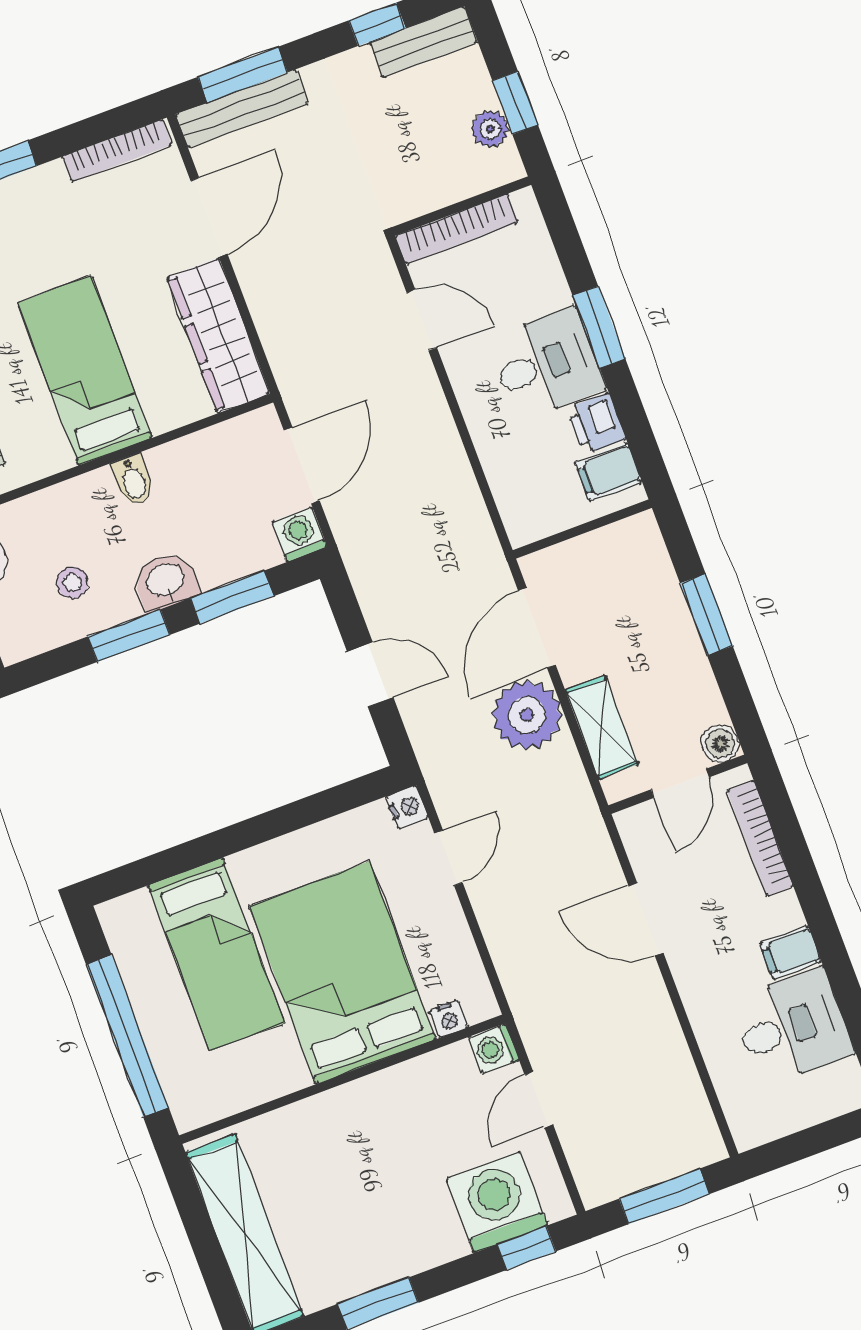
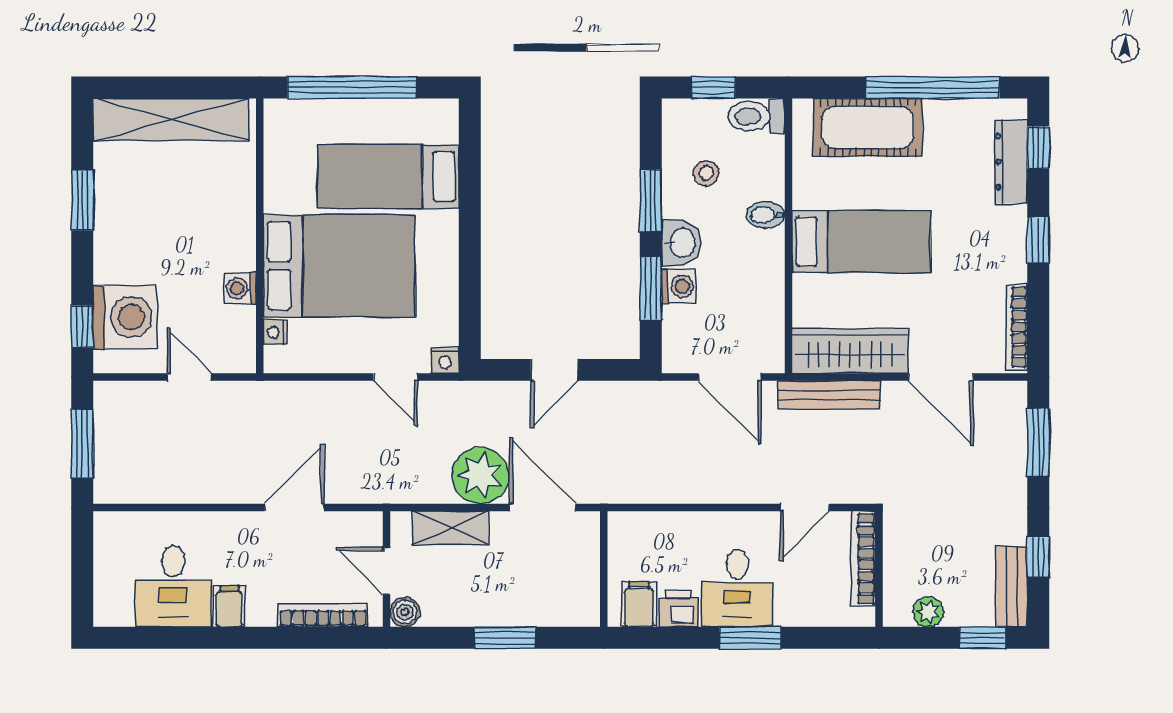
window: (515, 103) -> (982, 638), moved
bench: (242, 109) -> (829, 395), moved, turned 90
bidet: (133, 480) -> (765, 215), moved
washing machine: (300, 534) -> (679, 286), moved
washing machine: (494, 1049) -> (240, 288), moved, turned -90

